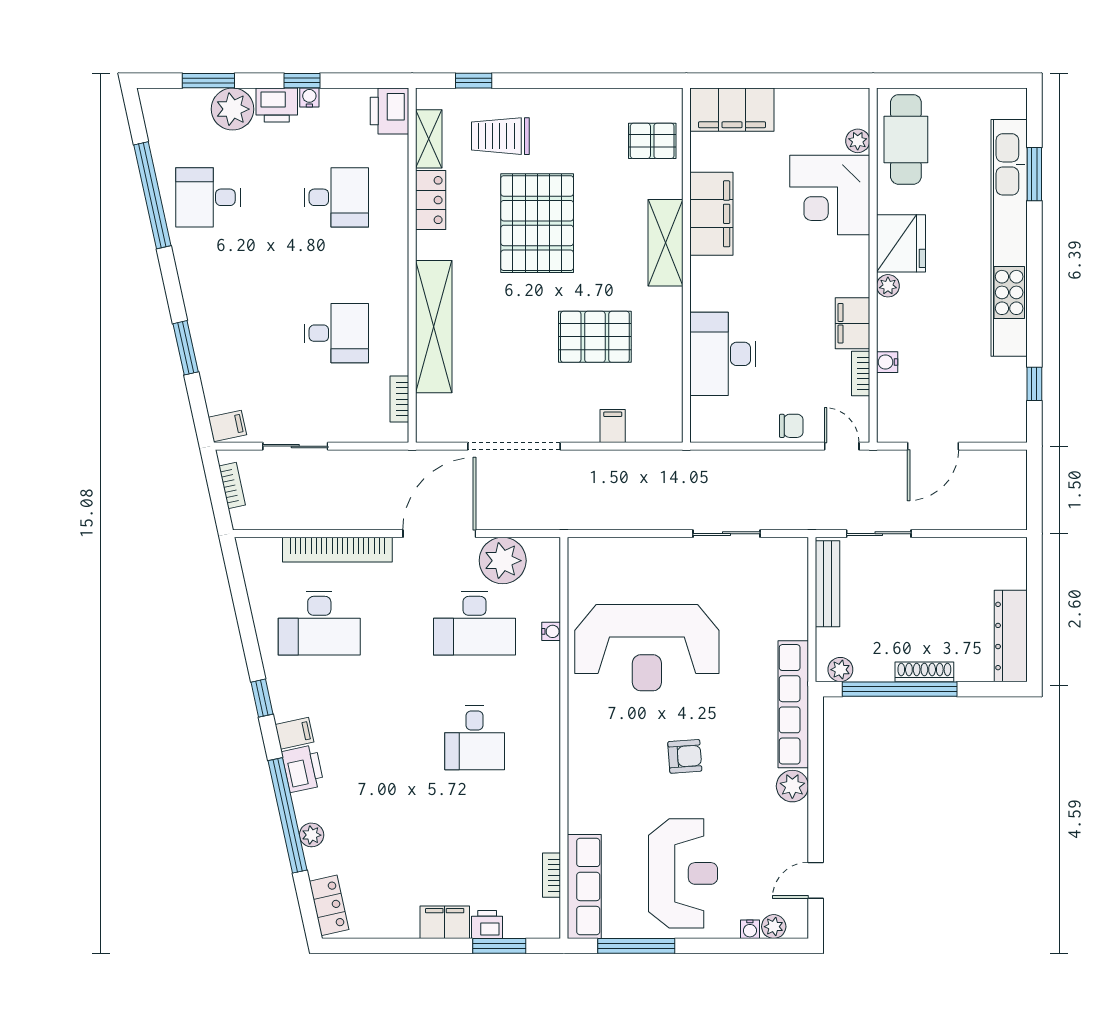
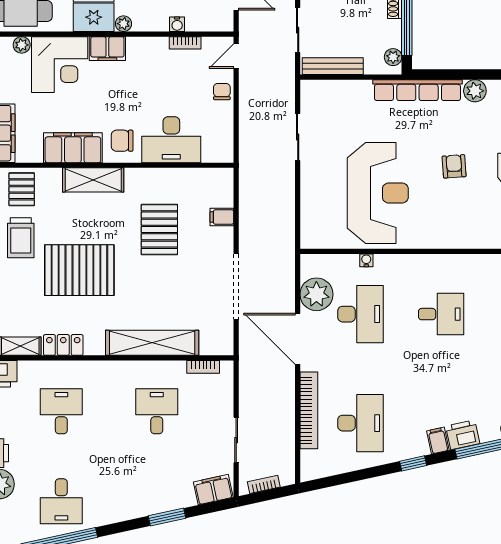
trolley: (500, 136) -> (21, 238), moved
chair: (721, 284) -> (122, 141), added
filing cabinet: (853, 323) -> (107, 49), moved
filing cabinet: (227, 426) -> (213, 490), width x2.00

